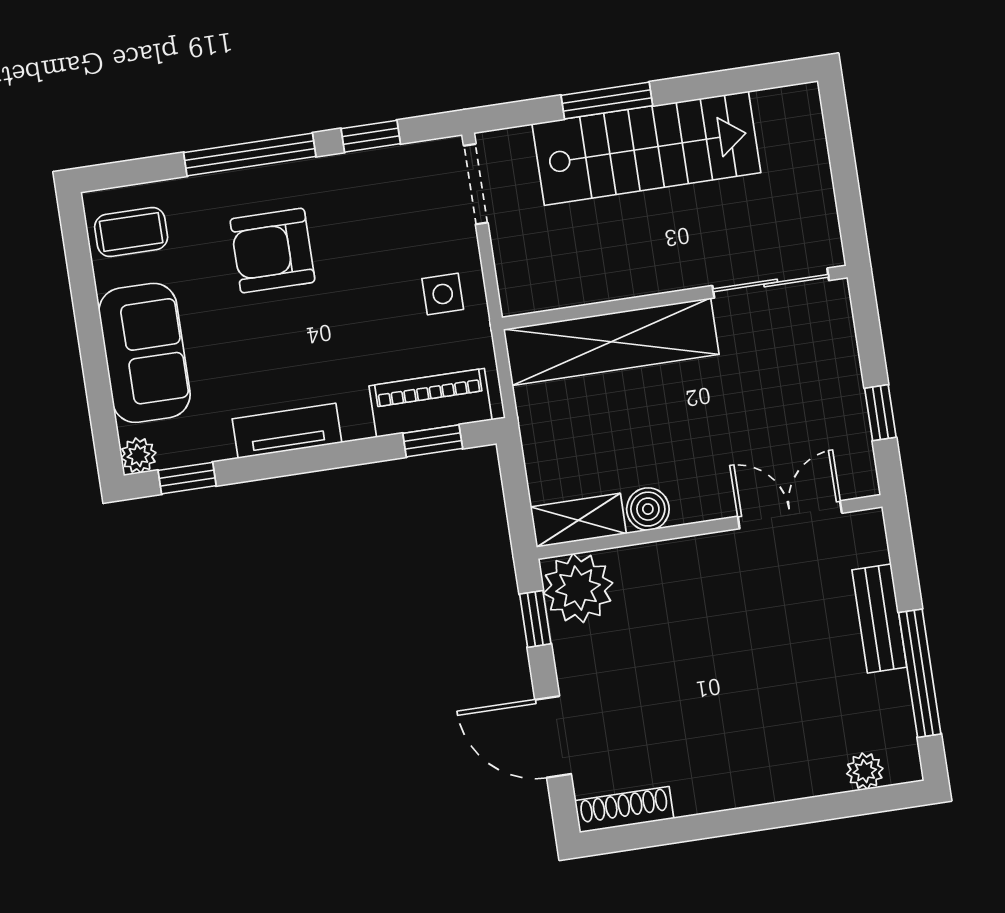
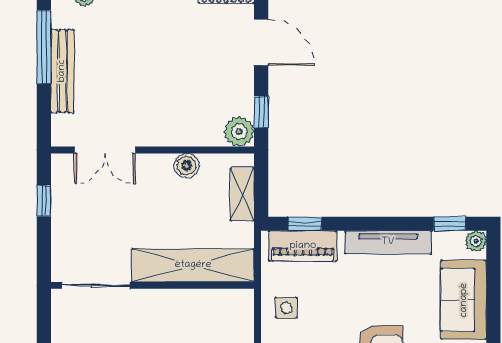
tv unit: (287, 431) -> (388, 242), width x1.41
shelving: (578, 520) -> (242, 194), moved, turned 90
plant: (578, 588) -> (239, 132), width x0.73, depth x0.73
bench: (879, 619) -> (62, 71), width x1.36

